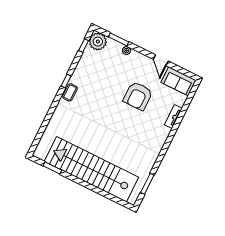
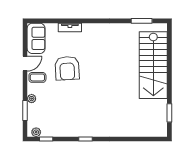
plant: (98, 42) -> (36, 132), width x0.53, depth x0.53
coffee table: (70, 92) -> (37, 77), moved
armchair: (138, 96) -> (67, 68), turned 87
stairs: (91, 169) -> (153, 65), width x0.73

